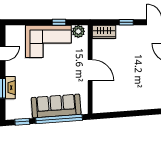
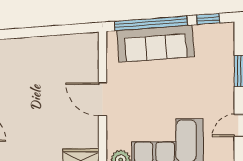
fireplace: (10, 88) -> (227, 72), removed

